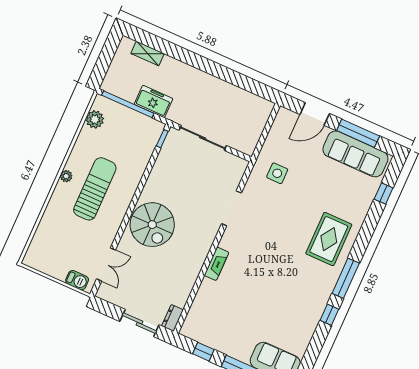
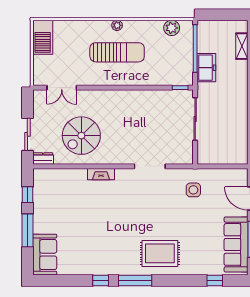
spiral stairs: (152, 225) -> (81, 136), moved
barbecue: (77, 280) -> (43, 37), moved, width x1.88, depth x1.53

